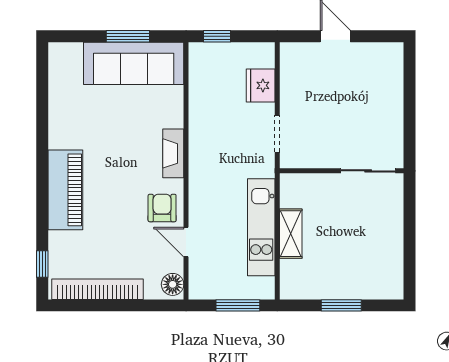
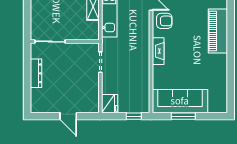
fridge: (261, 85) -> (110, 104), moved
dresser: (393, 113) -> (36, 73), added
armchair: (162, 208) -> (164, 21), turned -90

